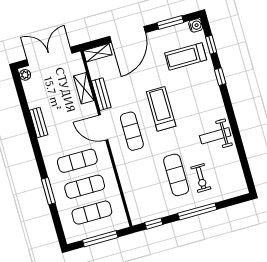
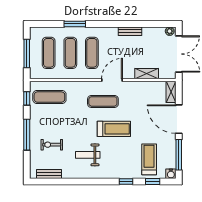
window: (170, 22) -> (179, 155), width x1.44
bench: (101, 94) -> (49, 174), moved
weight bench: (215, 136) -> (88, 155), moved, turned -90
exercise mat: (176, 175) -> (49, 97), moved

